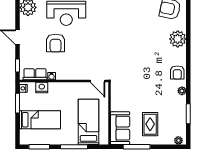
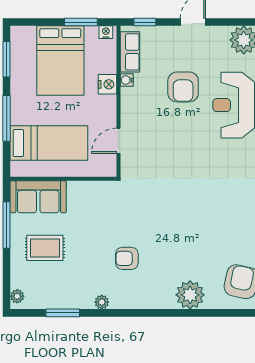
armchair: (56, 43) -> (183, 87), turned -90
armchair: (177, 72) -> (127, 258), moved
door: (98, 81) -> (118, 141), moved
nightstand: (42, 87) -> (107, 84), moved
bed: (40, 120) -> (60, 61), width x1.50

